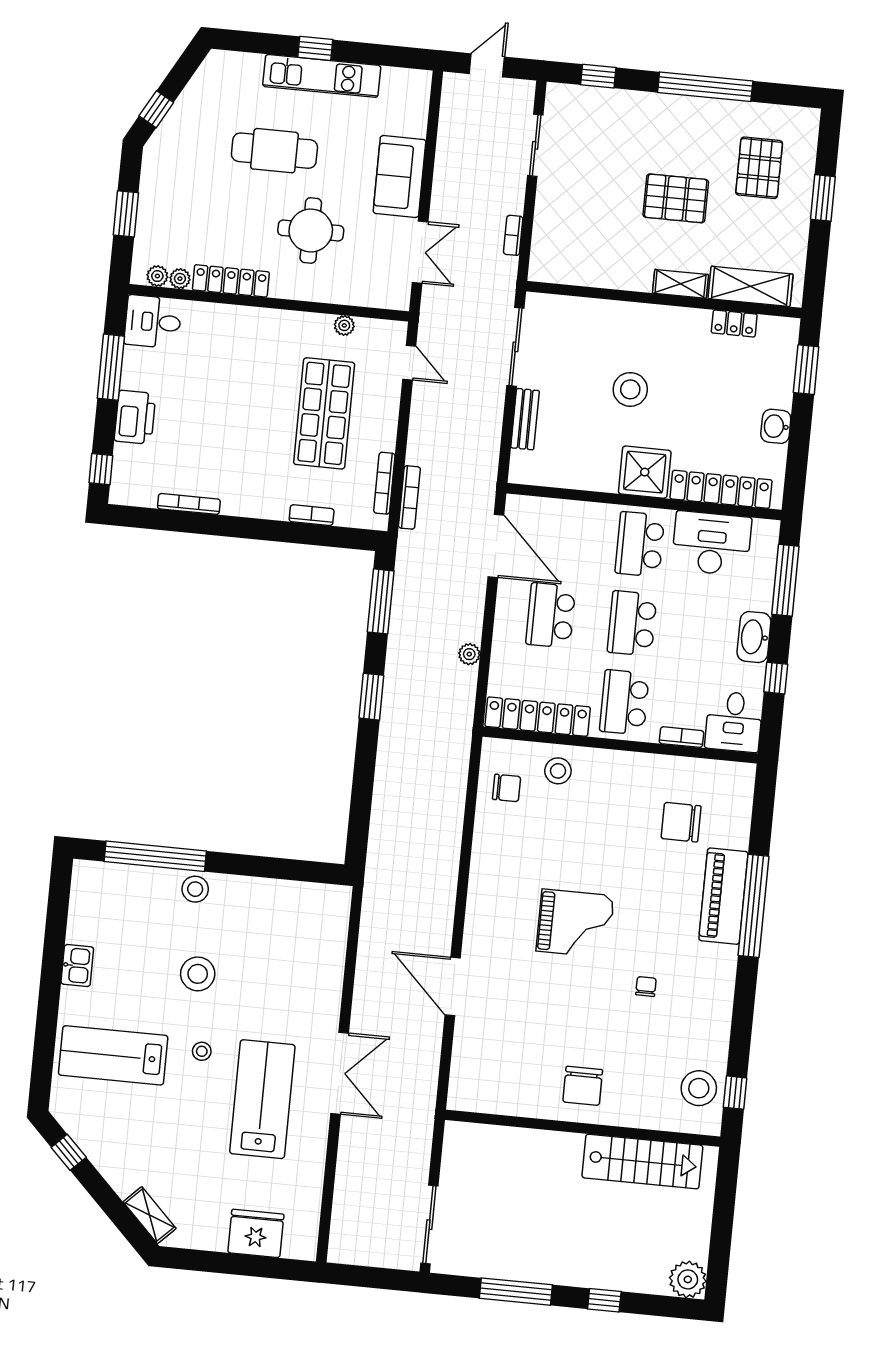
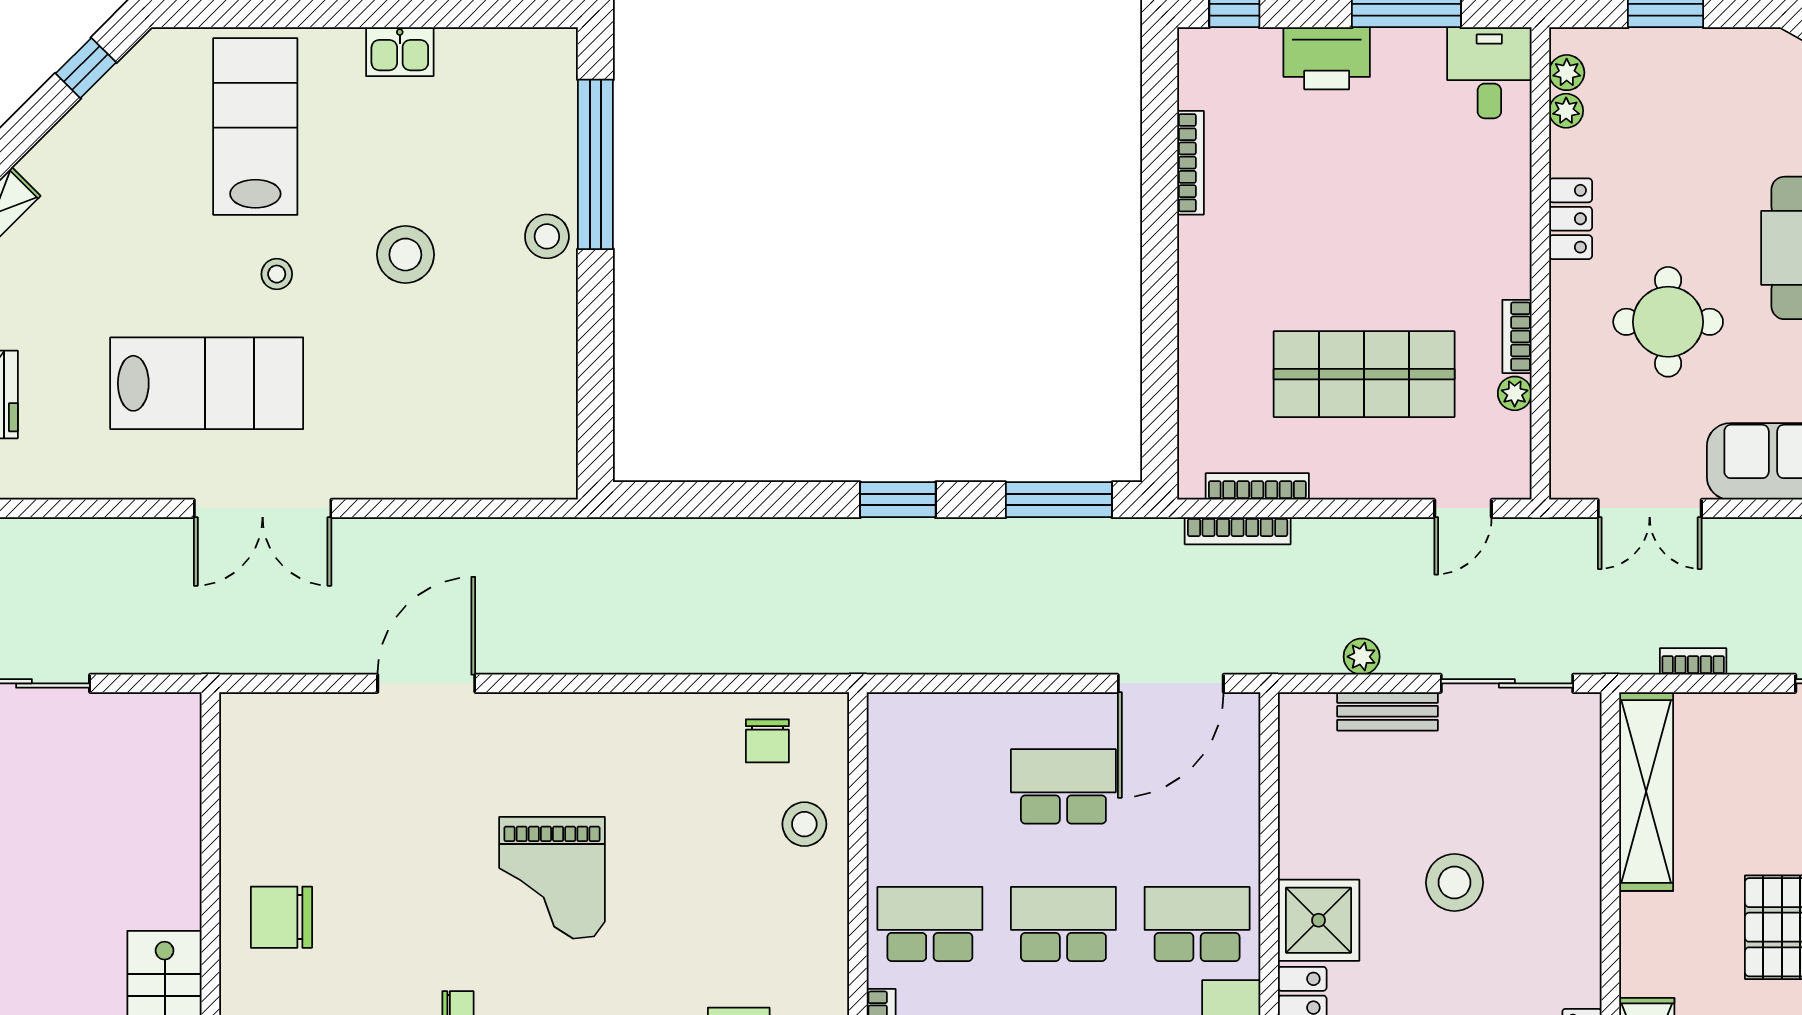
locker: (231, 281) -> (1571, 219), width x0.66
shelving: (680, 284) -> (1646, 792), moved, width x2.20, depth x1.33
bookcase: (312, 515) -> (1517, 336), moved, turned 180
plant: (469, 654) -> (1362, 657), moved
locker: (538, 717) -> (892, 781), removed

